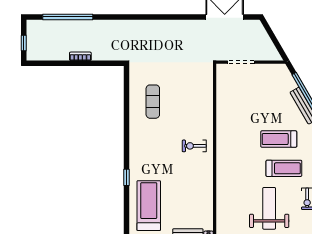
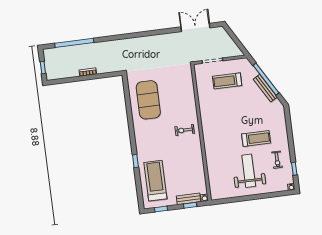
exercise mat: (153, 102) -> (148, 100), width x2.00, depth x1.45
treadmill: (279, 139) -> (227, 81), moved

